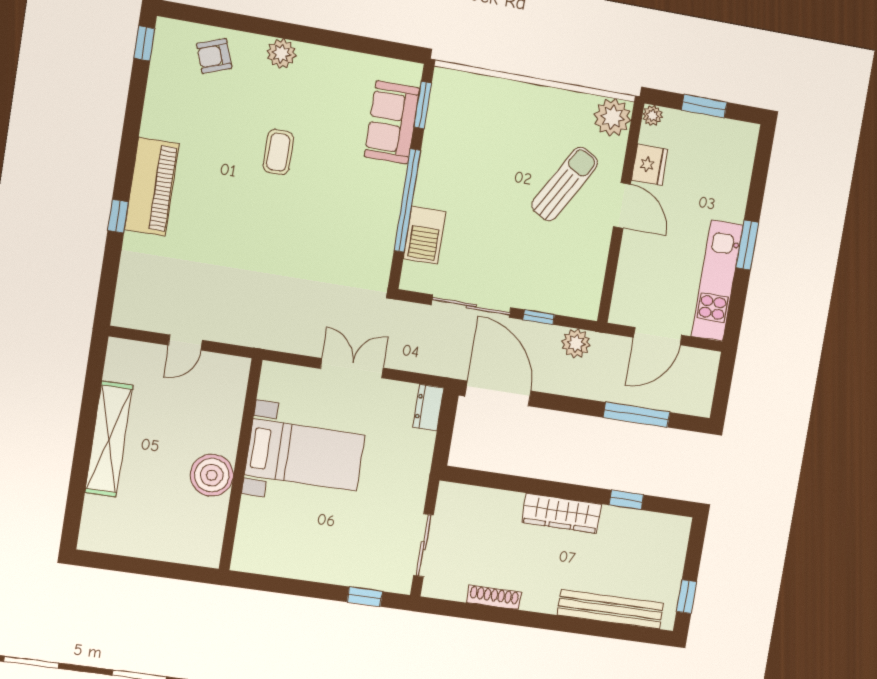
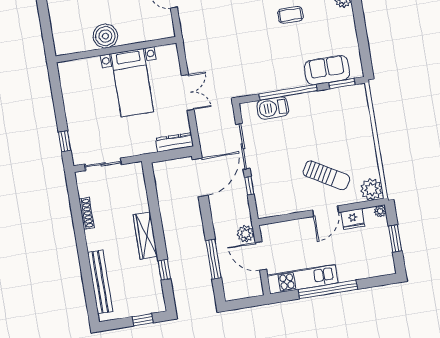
window: (747, 245) -> (328, 289), width x2.11
plant: (576, 343) -> (245, 234), moved
dresser: (428, 408) -> (174, 142), width x1.44
window: (686, 597) -> (143, 320), moved

